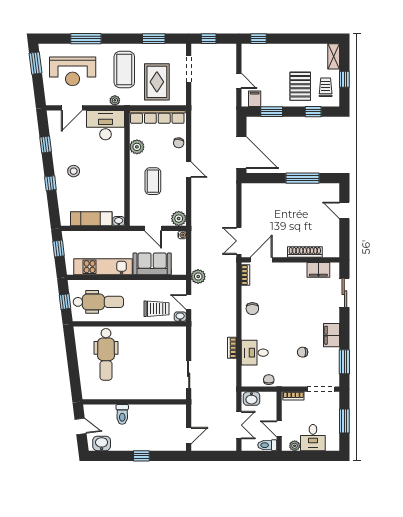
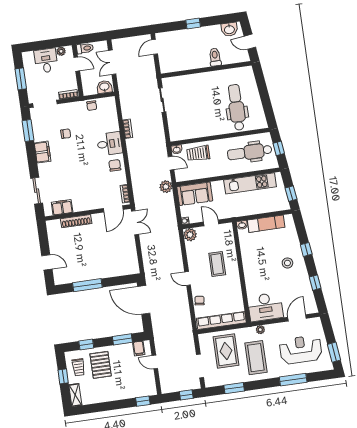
plant: (137, 147) -> (235, 292), removed
sofa: (152, 264) -> (195, 194), moved
desk: (255, 353) -> (110, 144), moved

